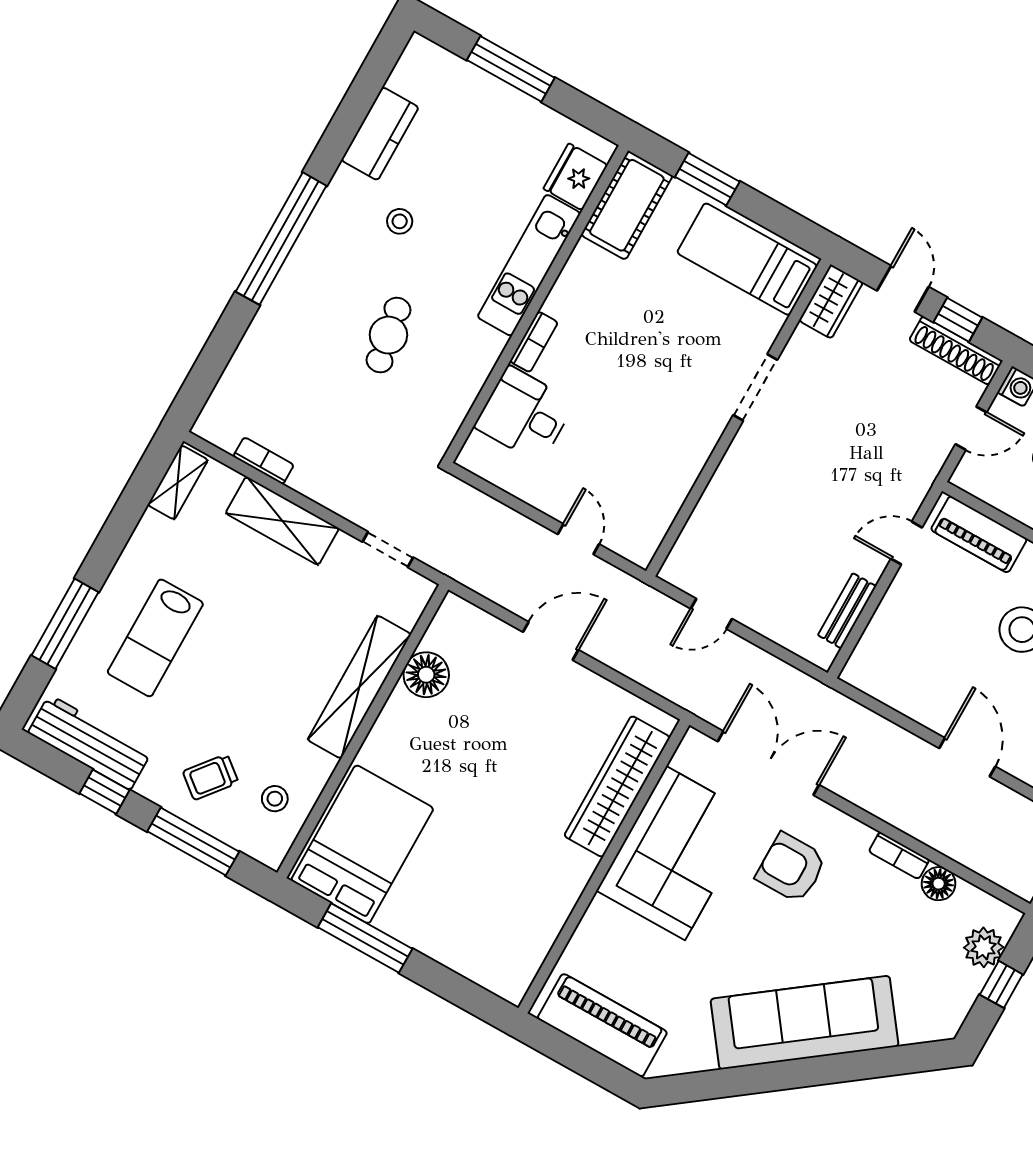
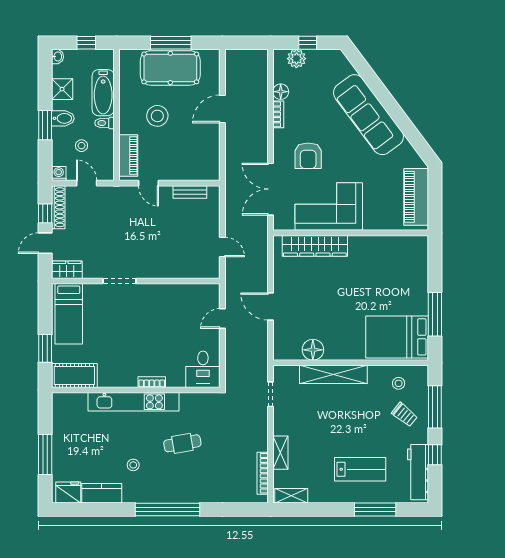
fridge: (576, 177) -> (68, 493), moved, turned 180
kitchen unit: (529, 265) -> (134, 402), width x1.36
desk: (525, 415) -> (203, 369), moved
bookcase: (263, 461) -> (263, 473), width x1.56
shelving: (282, 521) -> (280, 453), width x0.67, depth x0.75

